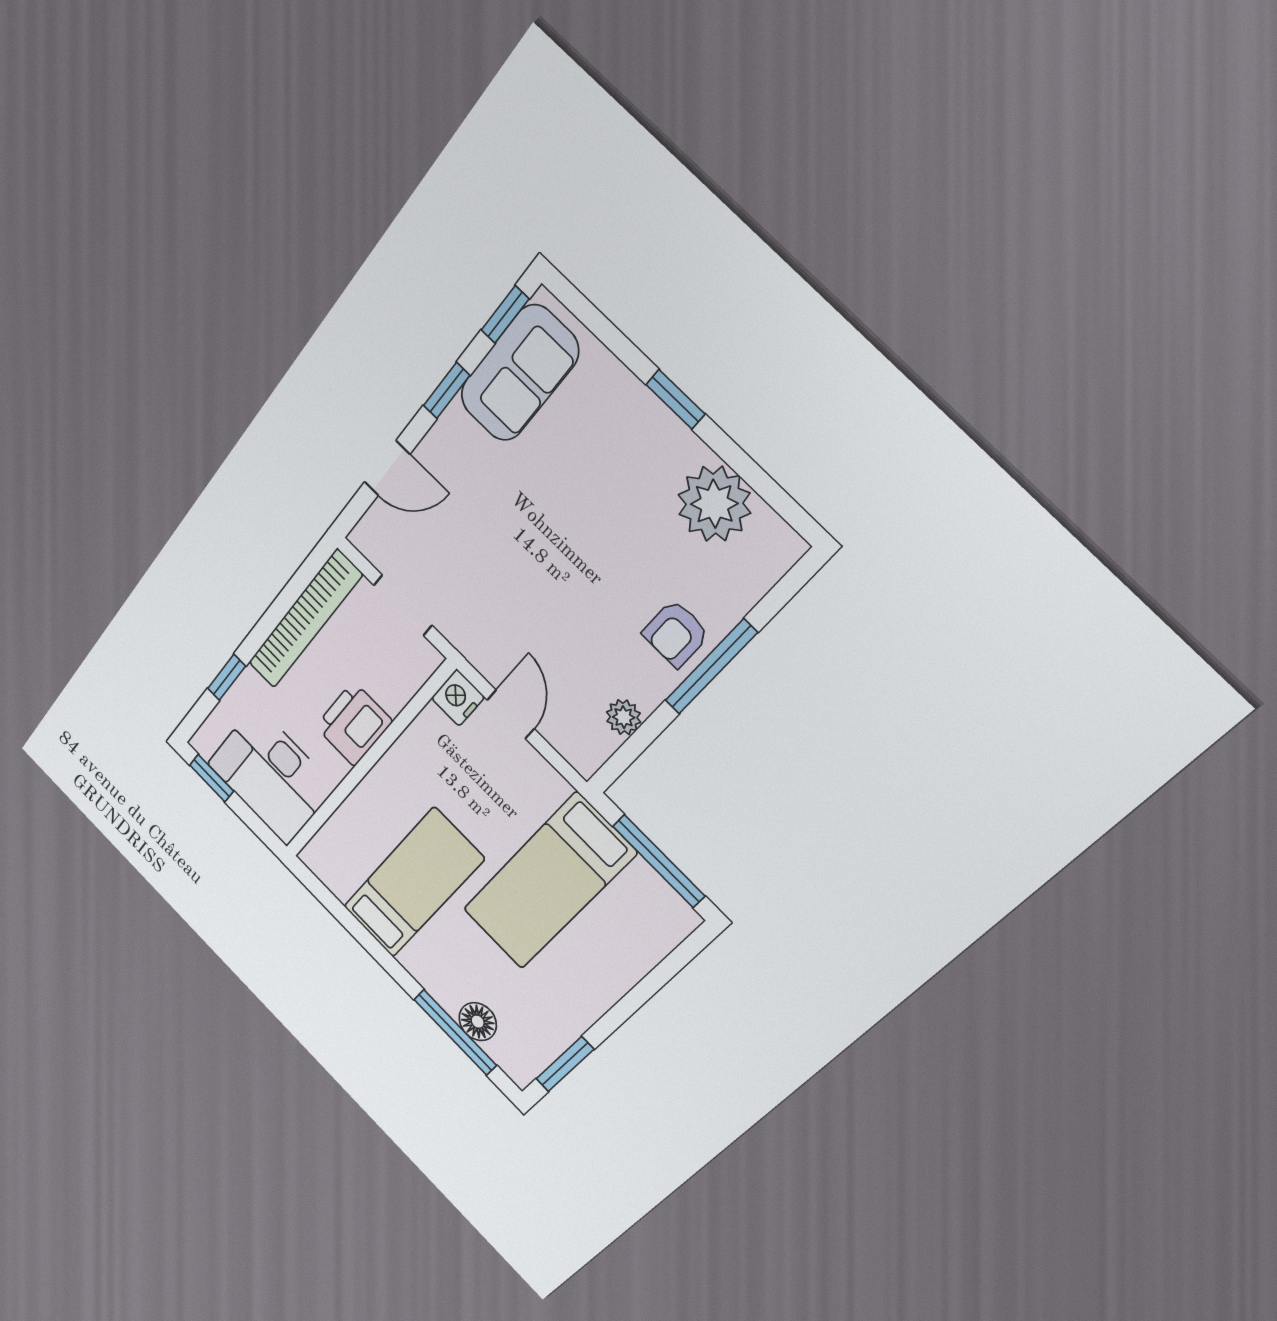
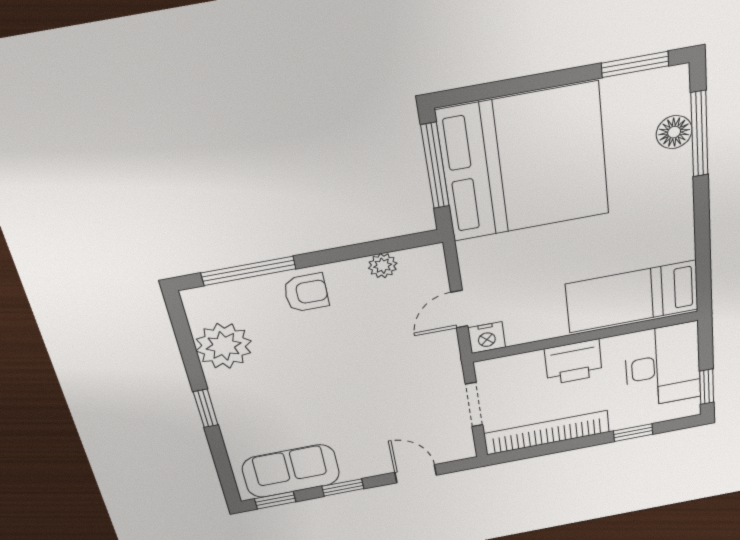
window: (711, 667) -> (248, 271), moved
bed: (549, 882) -> (524, 163), width x2.04
bed: (413, 883) -> (632, 297), moved

